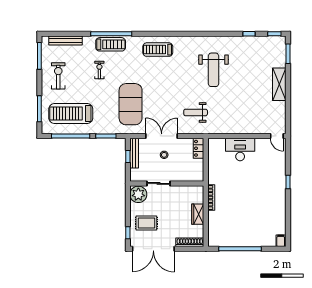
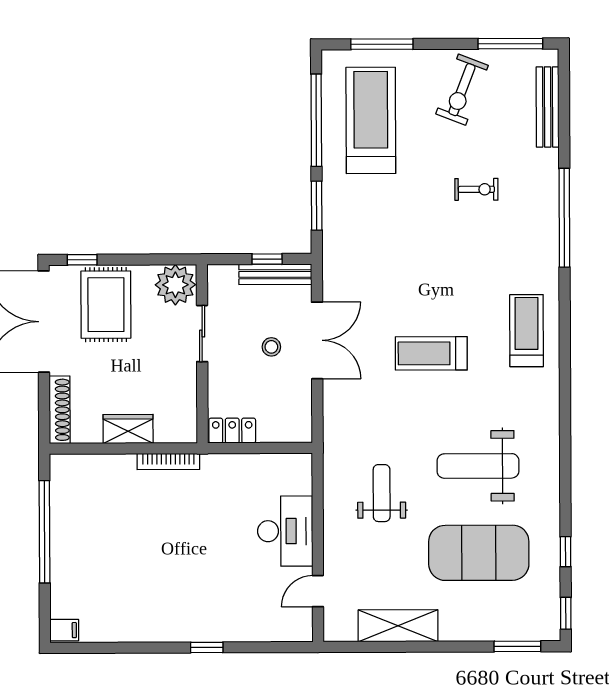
treadmill: (111, 44) -> (431, 353), moved, turned 90
exercise bike: (58, 76) -> (462, 90), turned 111
shelving: (279, 84) -> (398, 626), moved
exercise mat: (131, 104) -> (479, 553), moved
weight bench: (196, 112) -> (382, 493), moved
door: (277, 136) -> (318, 591), moved
locker: (199, 148) -> (232, 431), moved
rug: (146, 223) -> (106, 305), width x1.36, depth x1.43

